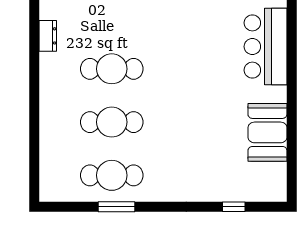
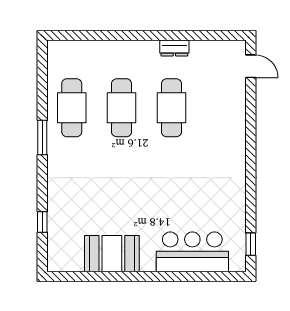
dresser: (48, 36) -> (174, 48), moved
window: (116, 207) -> (42, 137), moved

